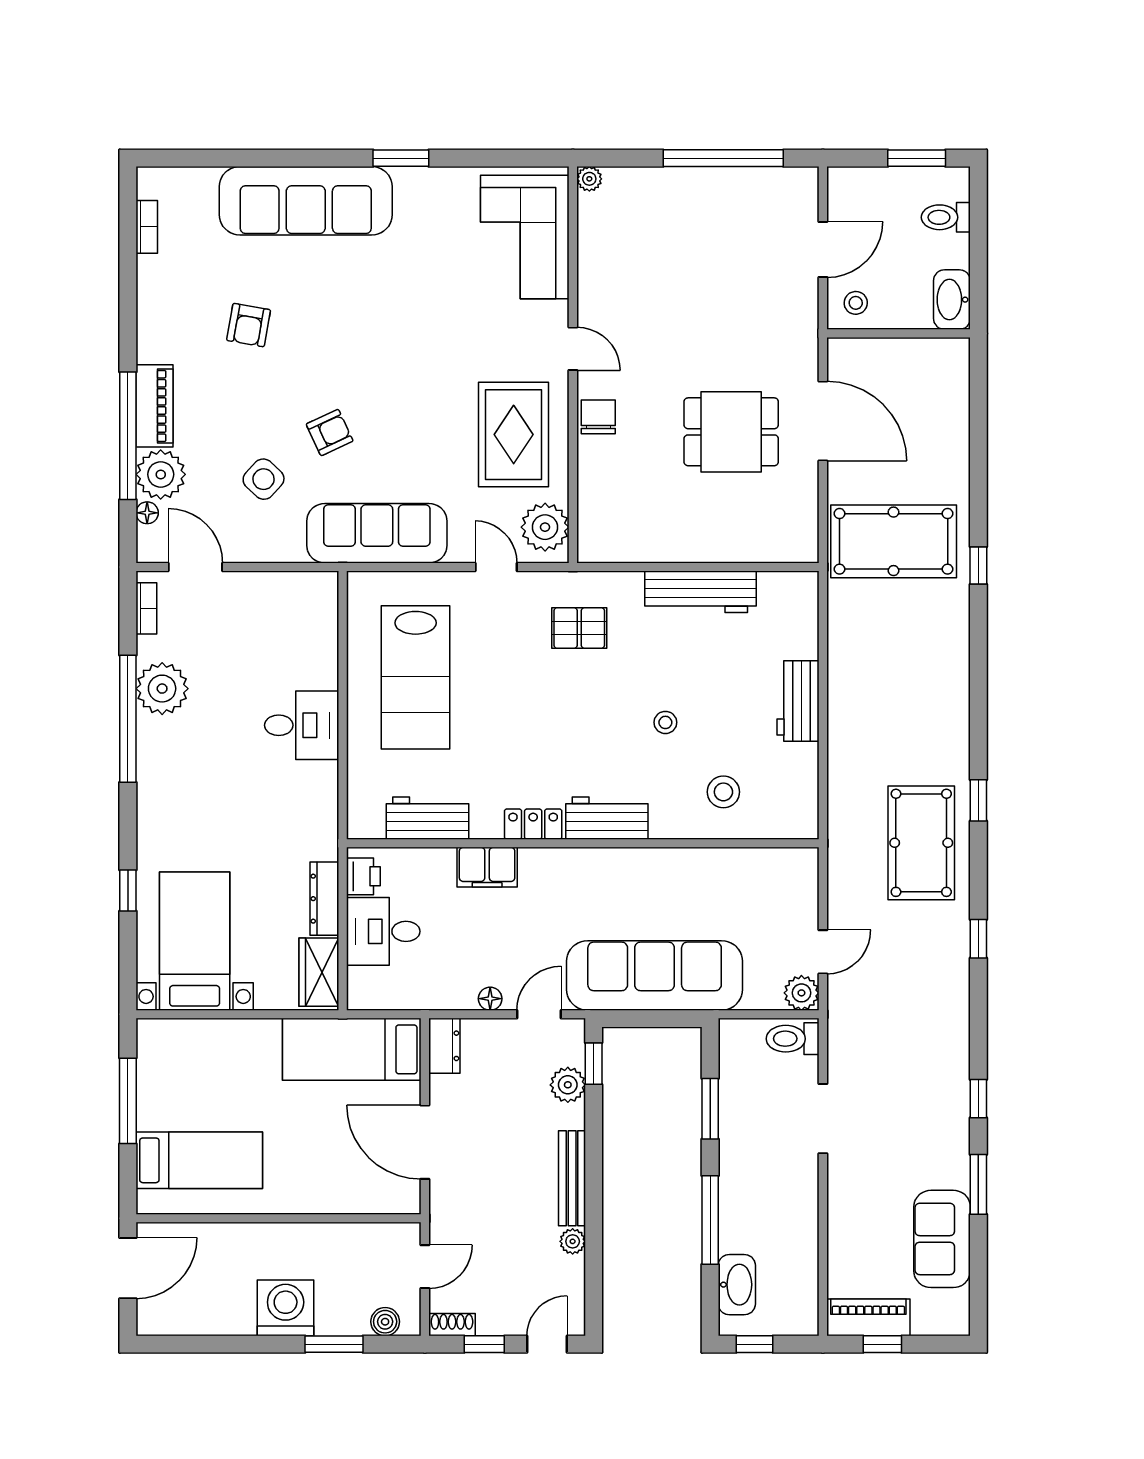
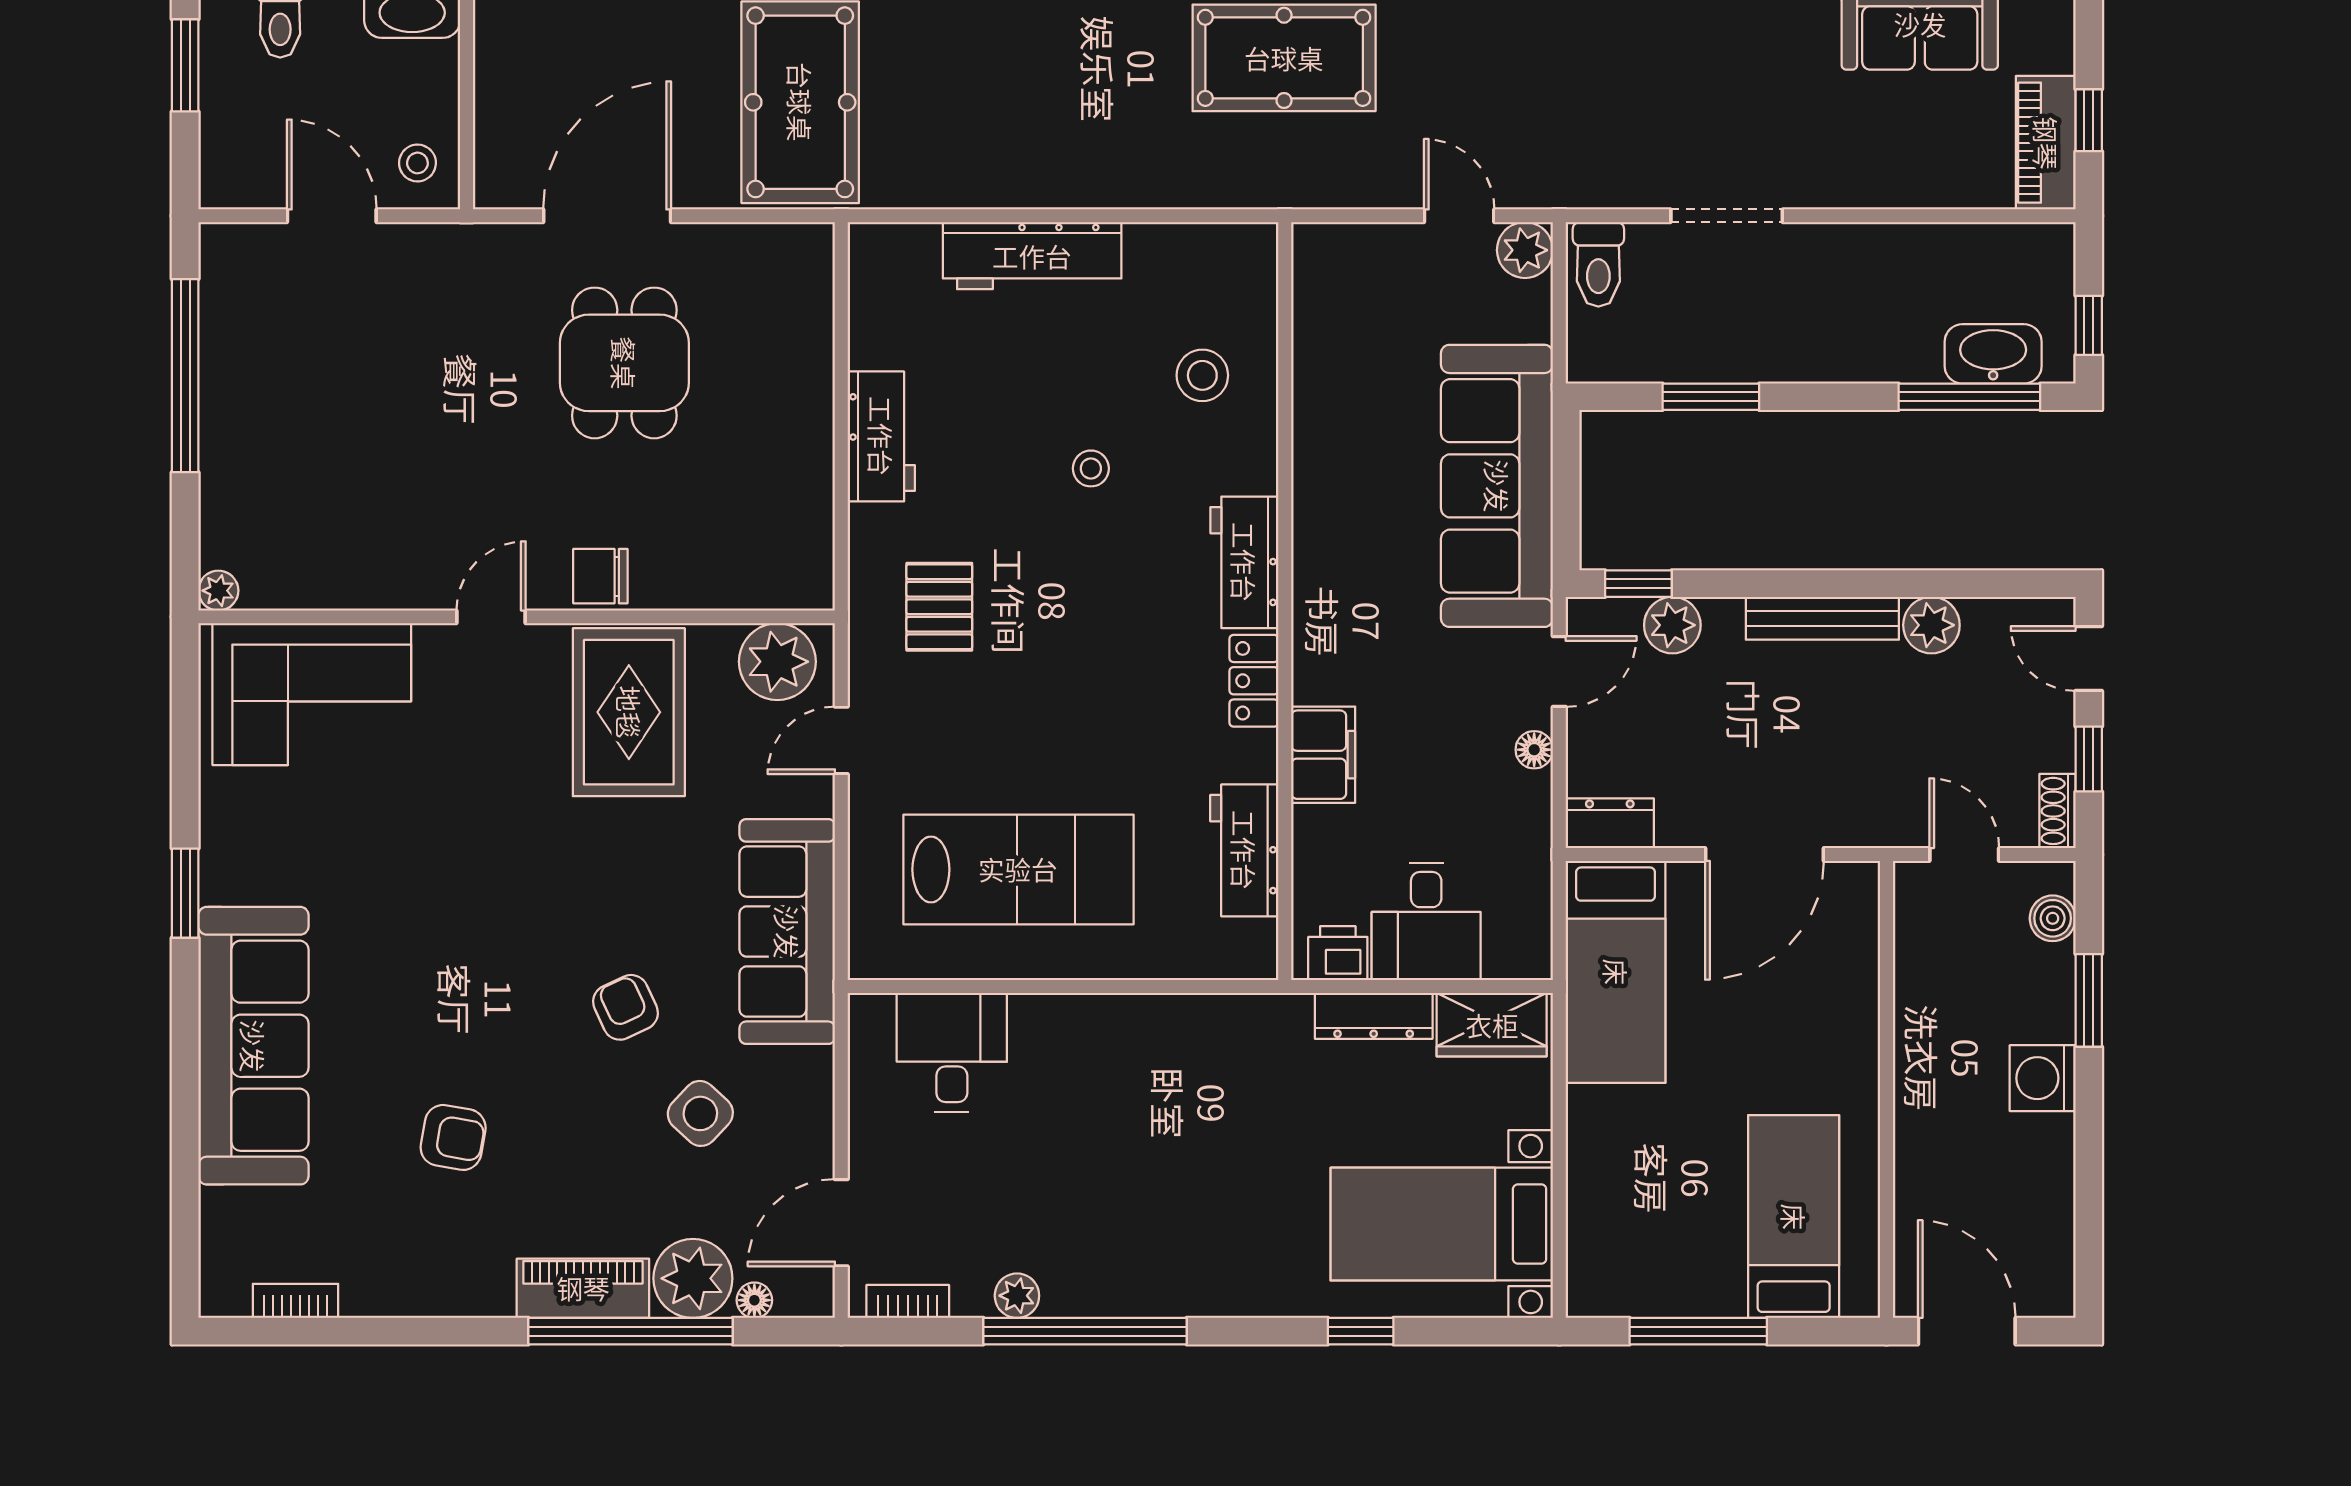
rug: (514, 435) -> (629, 712), turned 90
workbench: (701, 592) -> (881, 436), width x0.73
plant: (162, 689) -> (1017, 1296), width x0.53, depth x0.53
workbench: (798, 701) -> (1032, 256), width x1.38
desk: (302, 725) -> (952, 1052), moved
door: (539, 1014) -> (1559, 671), swing flipped
window: (710, 1220) -> (1969, 397), moved
plant: (573, 1241) -> (1931, 625), width x1.38, depth x1.38
washing machine: (286, 1308) -> (2043, 1078), width x0.73, depth x0.73

